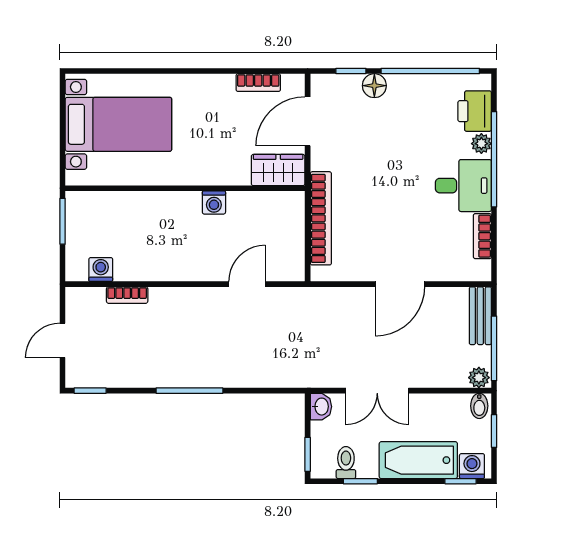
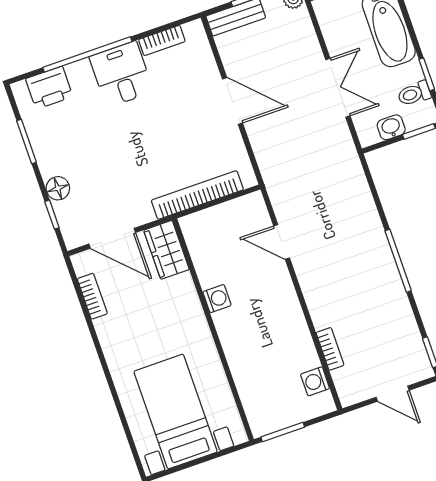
window: (430, 71) -> (27, 141), width x0.47
plant: (481, 144) -> (77, 71), removed
washbasin: (321, 407) -> (391, 127), moved

